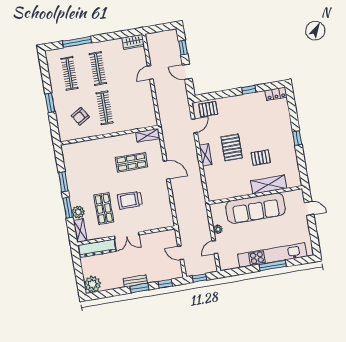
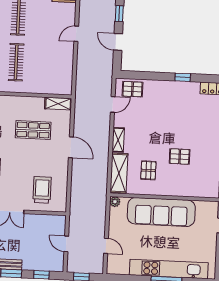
pallet: (232, 147) -> (148, 170), moved, width x0.67, depth x0.71
shelving: (268, 185) -> (119, 173), moved, turned 90
trolley: (130, 200) -> (42, 190), moved, turned 90
plant: (218, 229) -> (115, 202), moved
door: (215, 247) -> (106, 246), swing flipped

